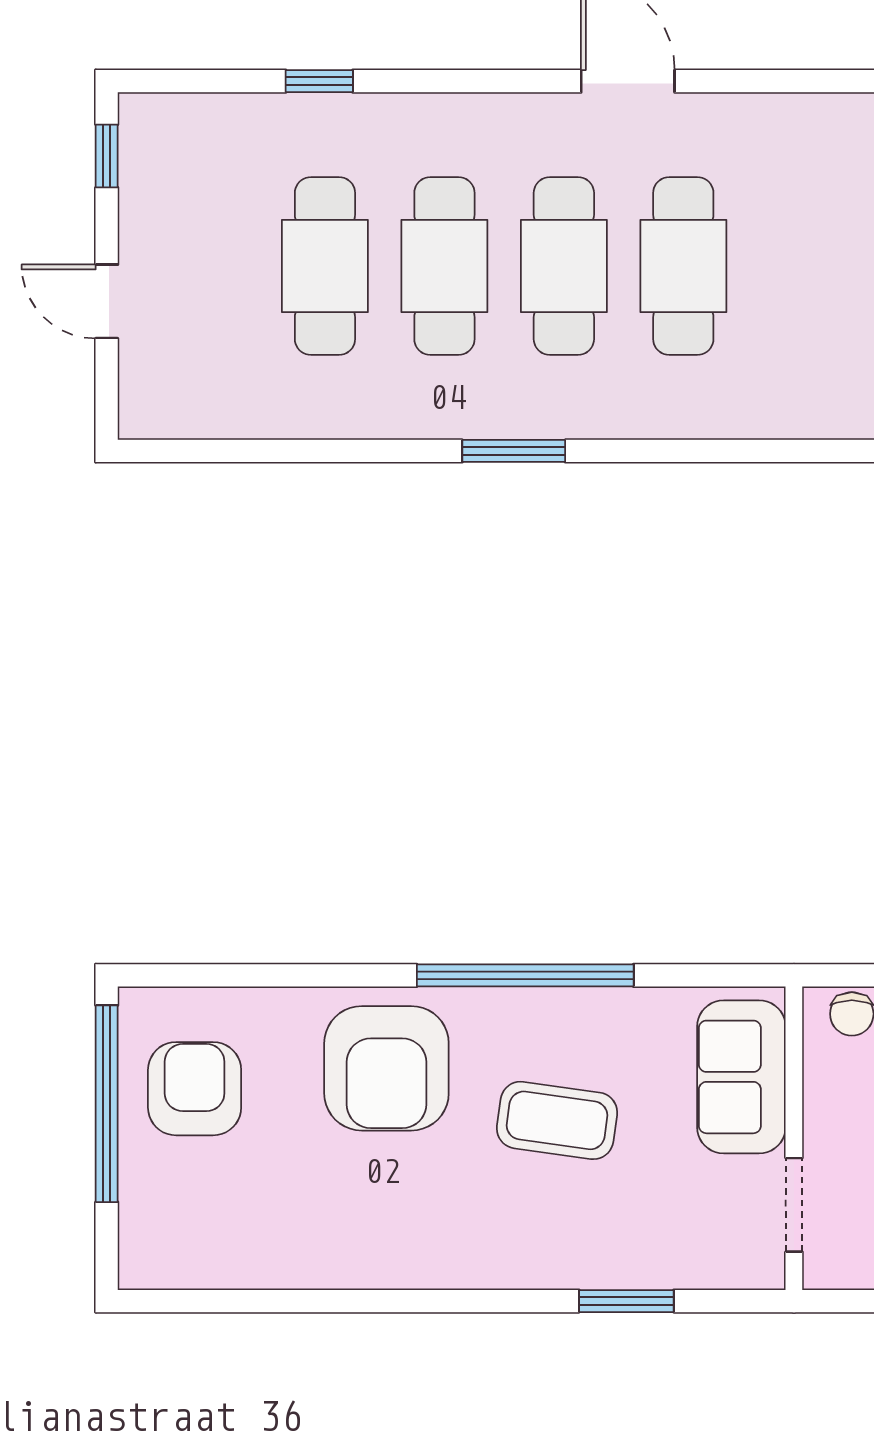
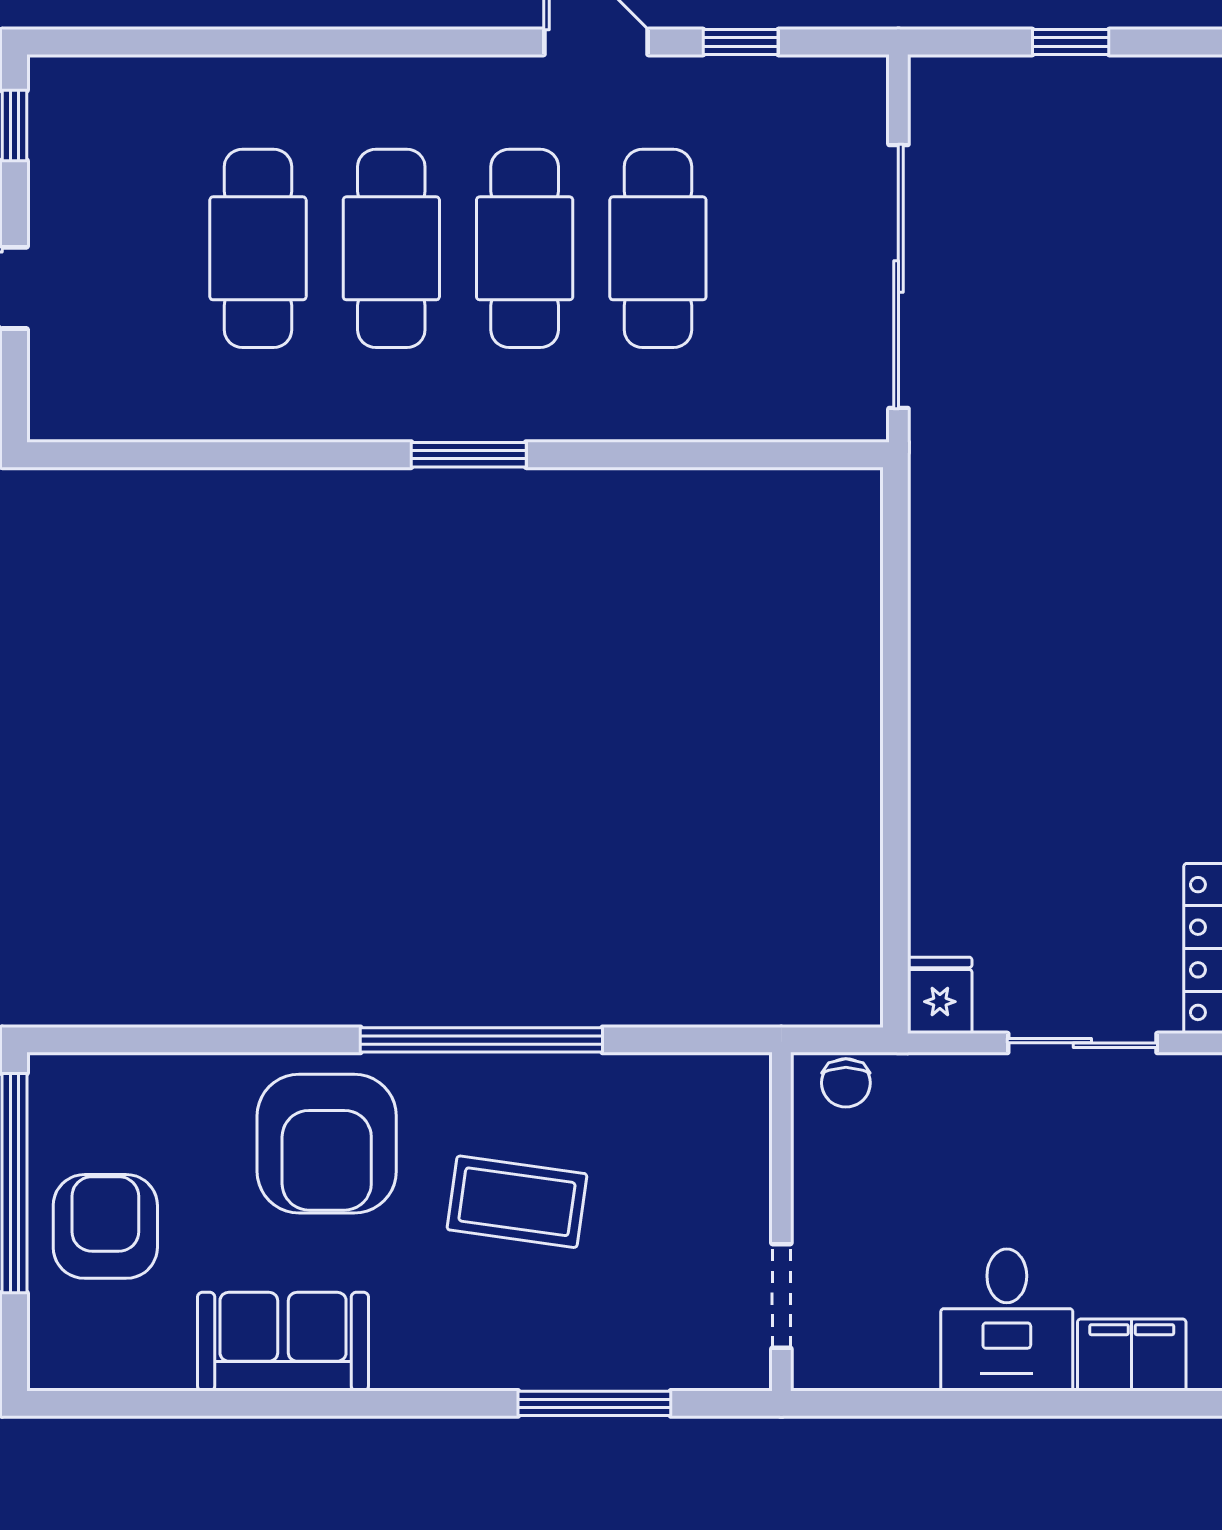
window: (319, 81) -> (741, 42), moved
sofa: (741, 1077) -> (283, 1342), moved, turned 90
armchair: (195, 1089) -> (105, 1226), moved
window: (626, 1301) -> (594, 1403), width x1.44

